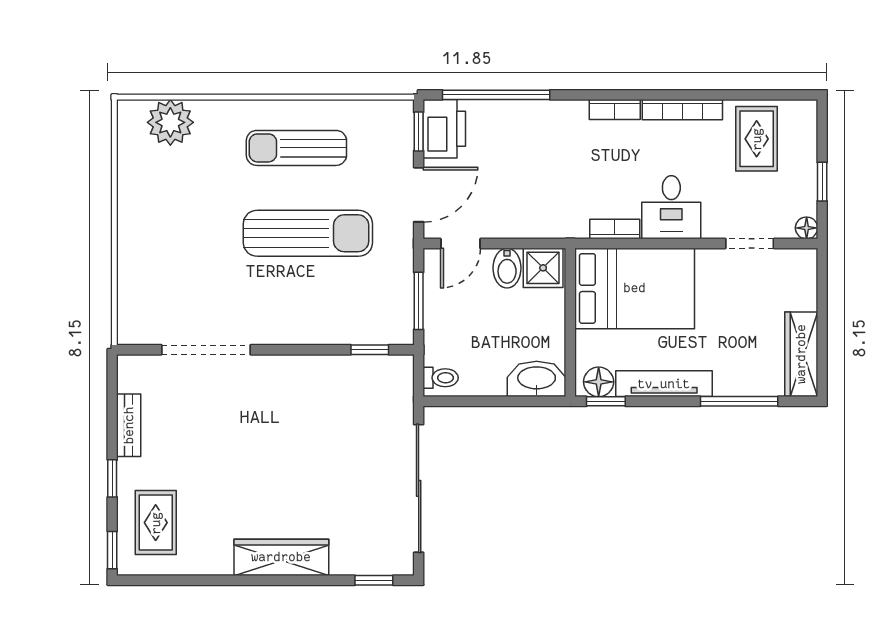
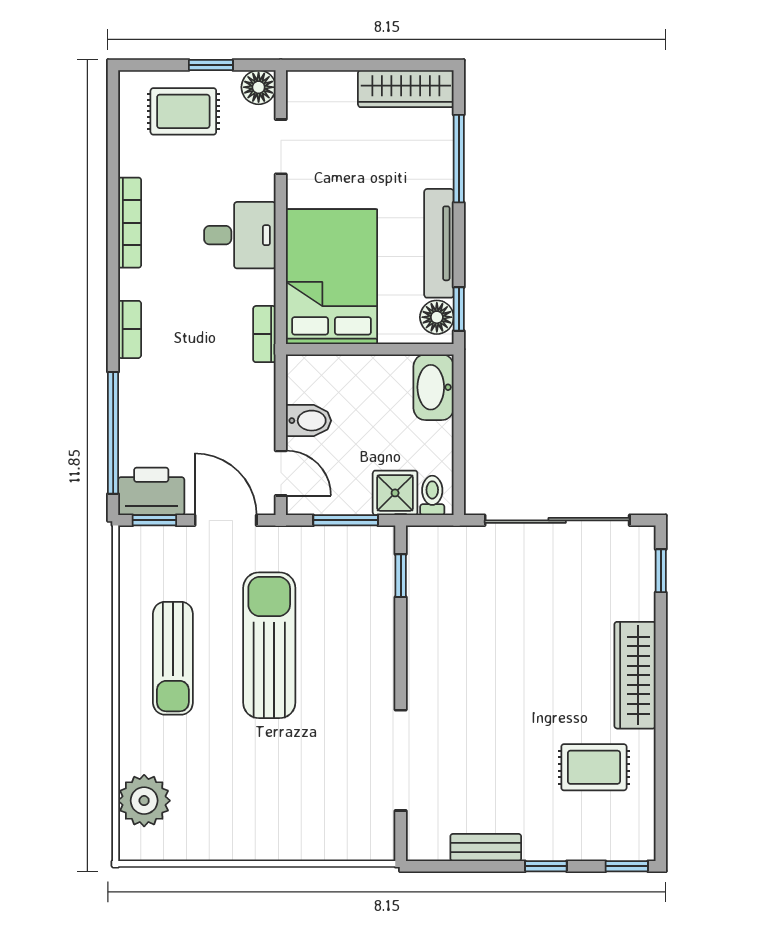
bookcase: (615, 110) -> (130, 329), moved
rug: (757, 139) -> (183, 111), moved
floor lamp: (807, 228) -> (259, 87), width x1.37, depth x1.37
bookcase: (615, 229) -> (264, 334), moved
shower: (543, 268) -> (395, 493), moved
rug: (156, 523) -> (594, 767), moved

